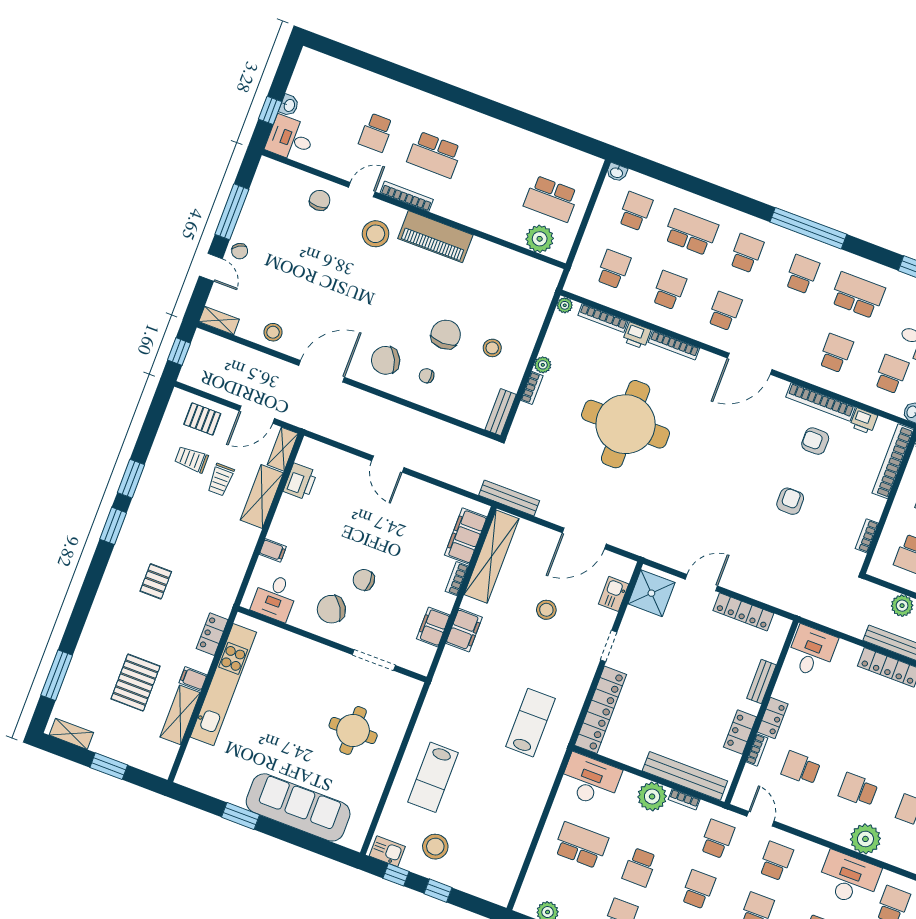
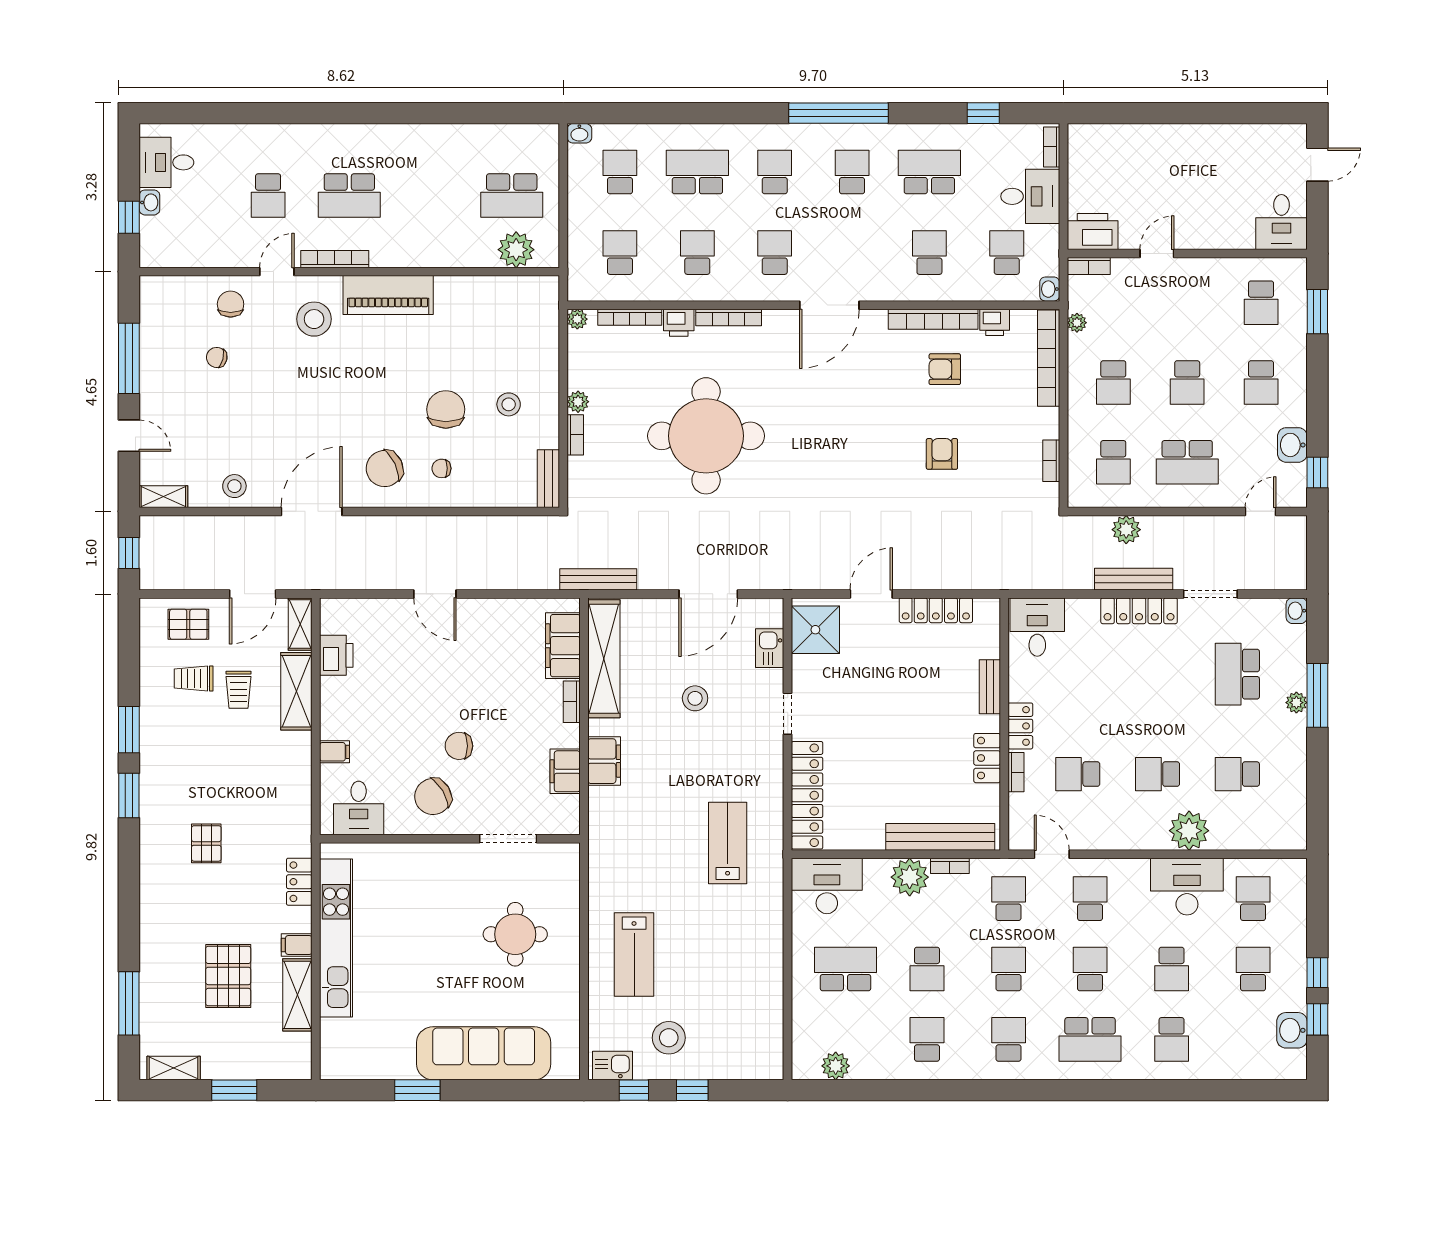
desk: (290, 139) -> (166, 162), moved
chair: (240, 251) -> (217, 357), moved, turned 134

